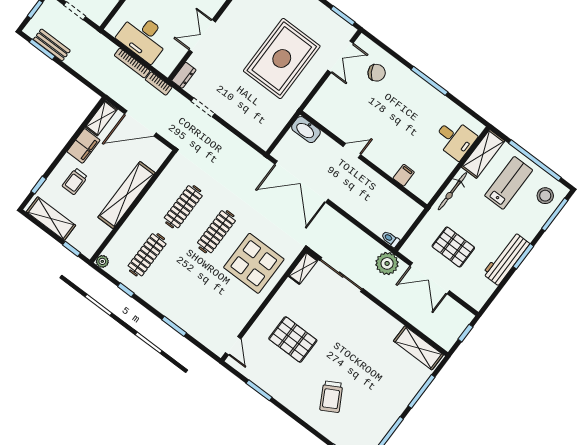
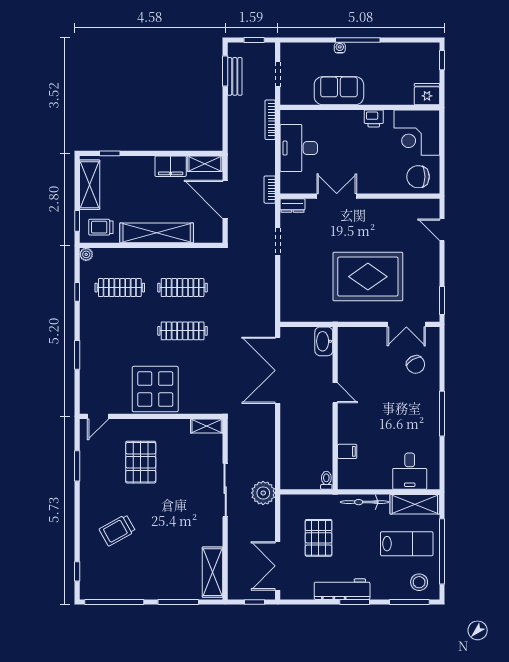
bookcase: (132, 63) -> (270, 120), moved
trolley: (75, 181) -> (101, 227), moved
toilet: (390, 239) -> (326, 480), moved
display table: (254, 263) -> (155, 389), moved
sliding door: (341, 275) -> (225, 490), moved
double door: (430, 278) -> (278, 566), moved

